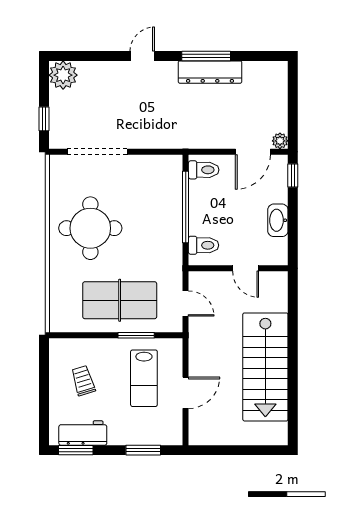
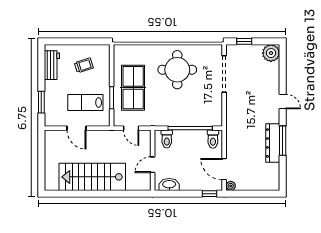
washbasin: (278, 220) -> (169, 185), moved
door: (186, 304) -> (131, 128), hinge flipped
window: (76, 450) -> (41, 61), removed

